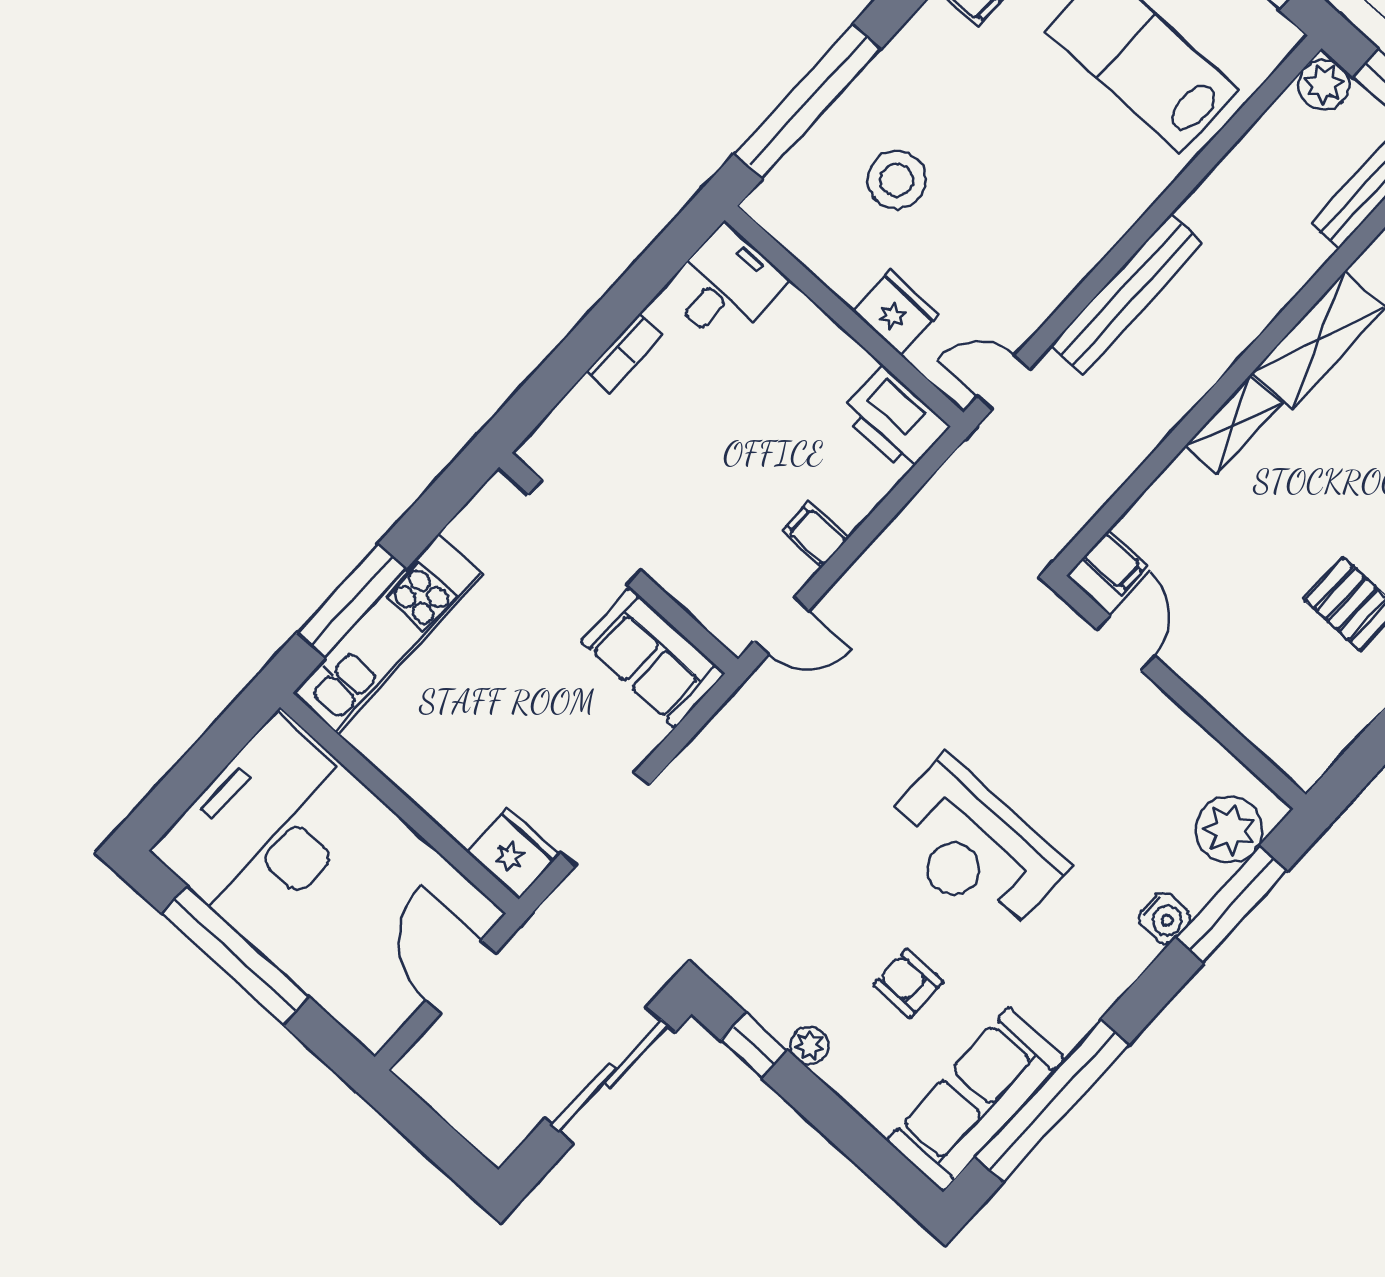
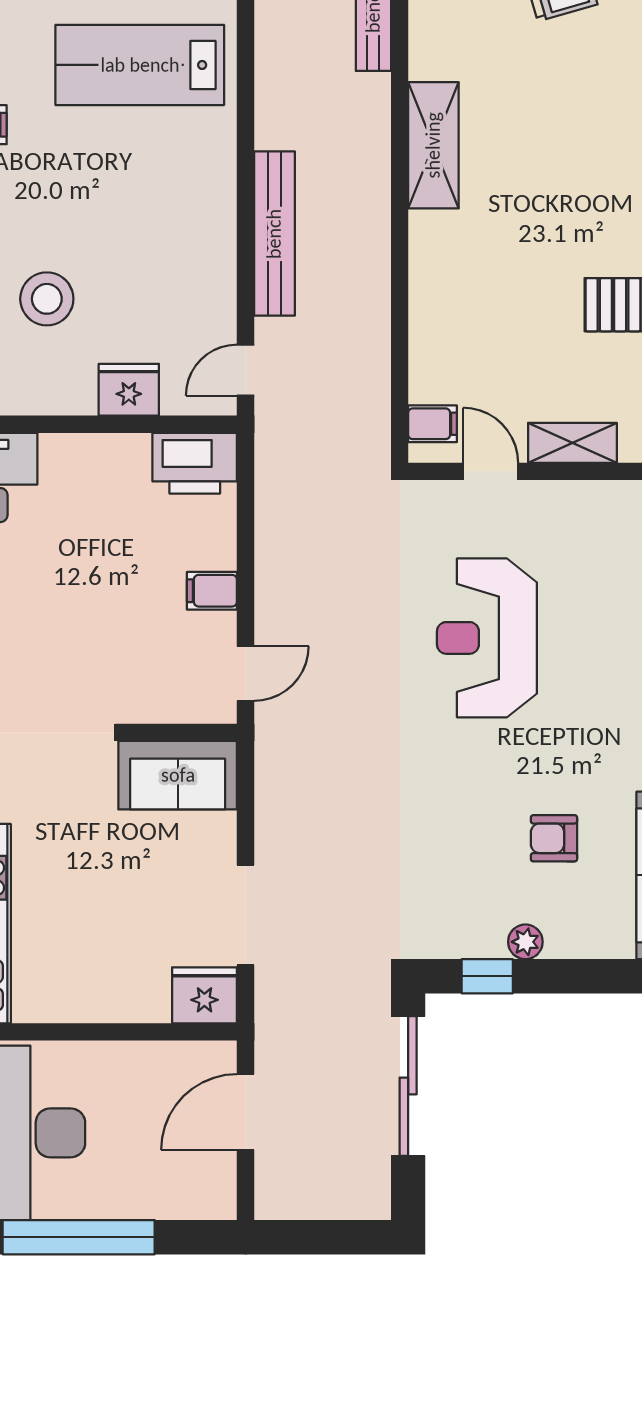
shelving: (1233, 425) -> (572, 443), moved, turned 90
reception desk: (972, 848) -> (487, 638), moved, turned 90
door: (461, 977) -> (246, 1112), hinge flipped

